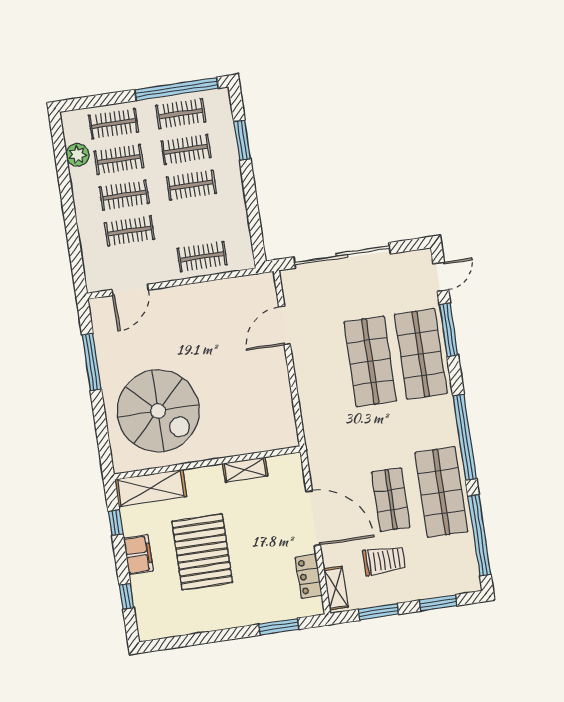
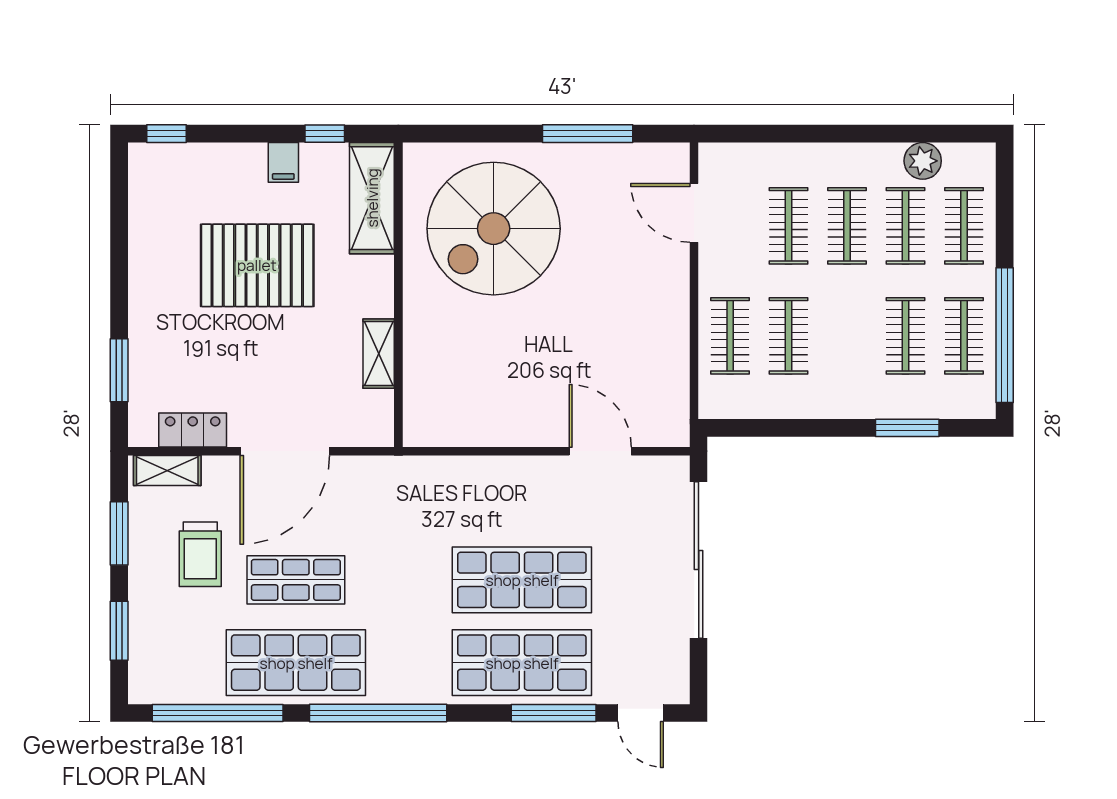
clothes rail: (191, 185) -> (789, 336), moved
filing cabinet: (138, 555) -> (283, 162), width x0.50
window: (127, 596) -> (166, 134), moved

